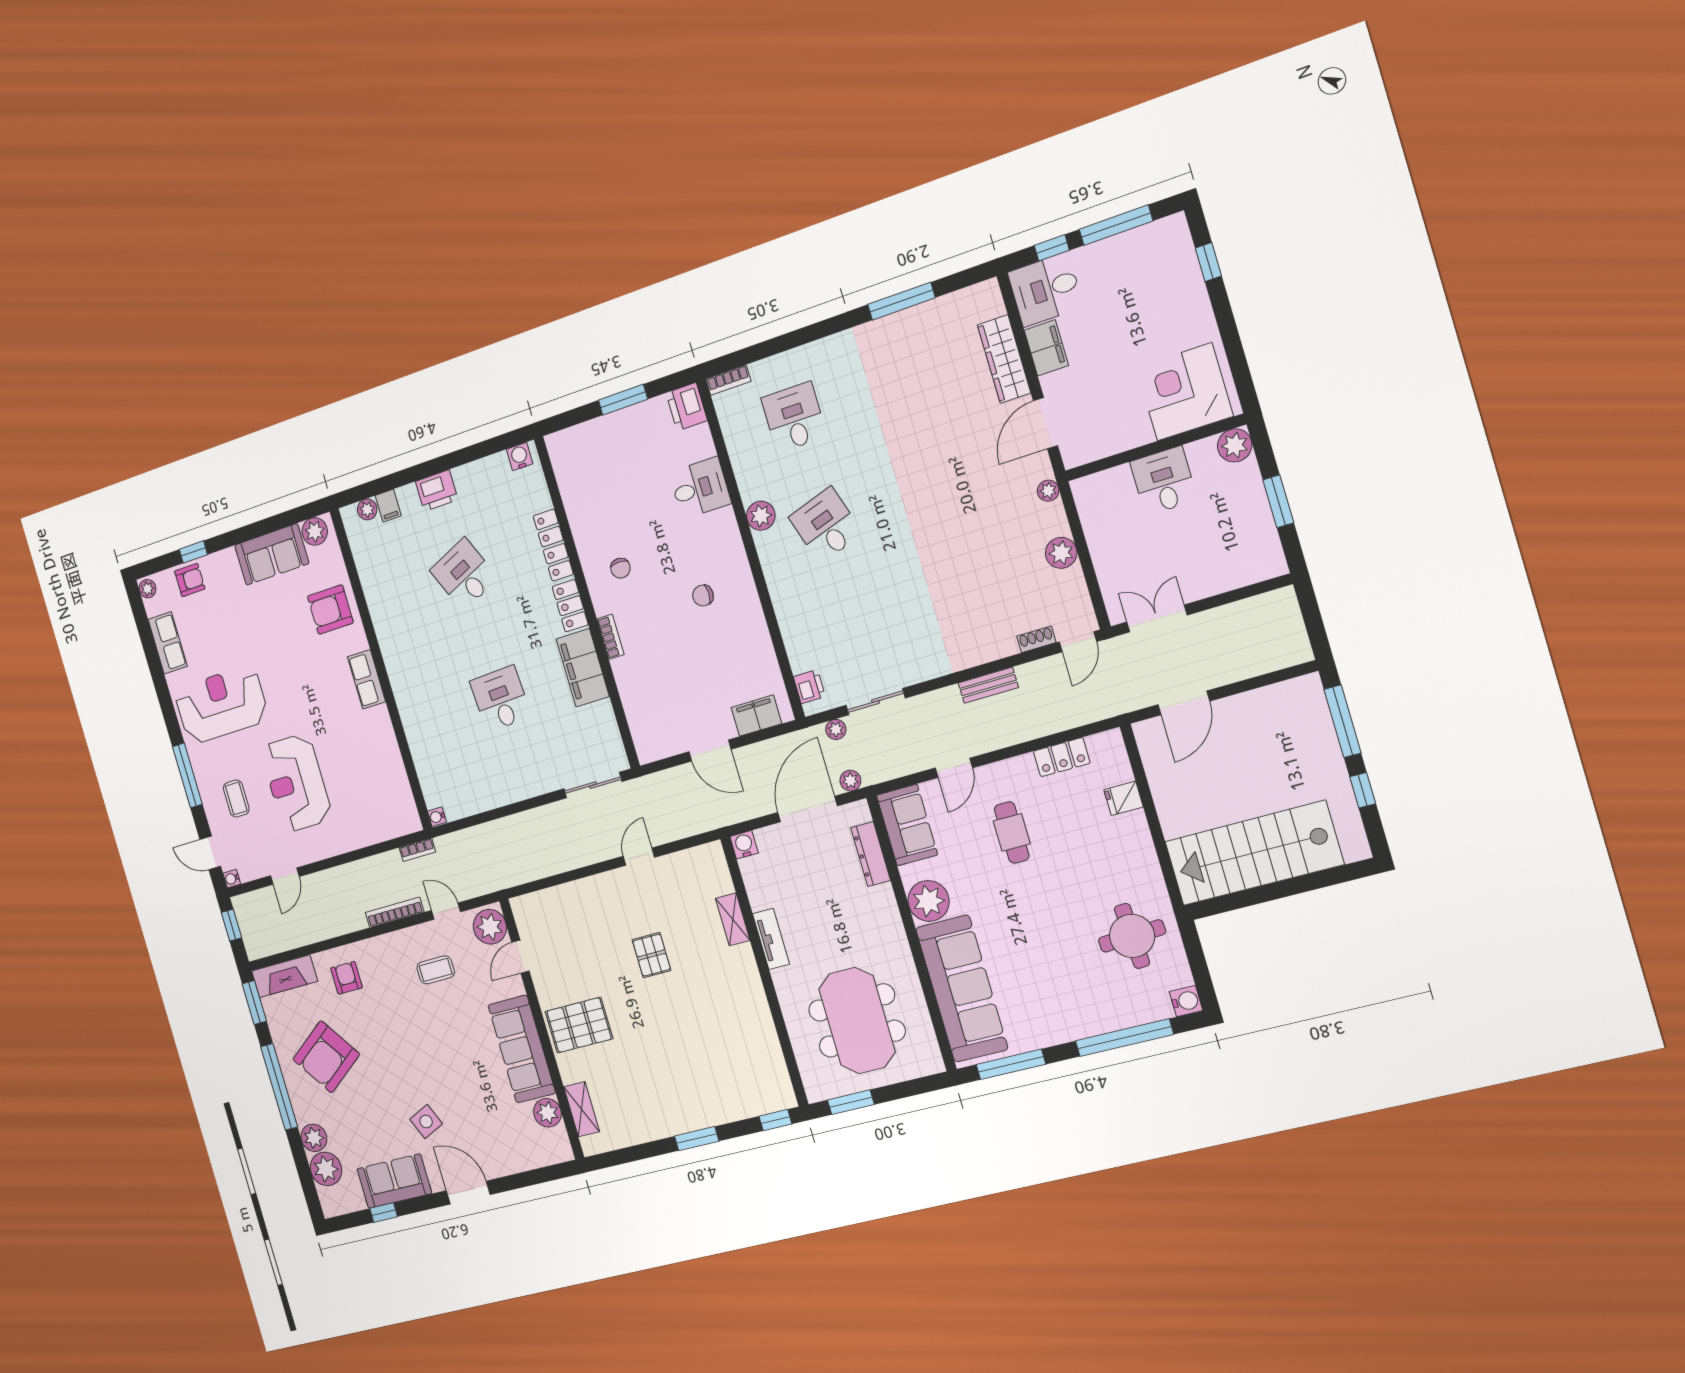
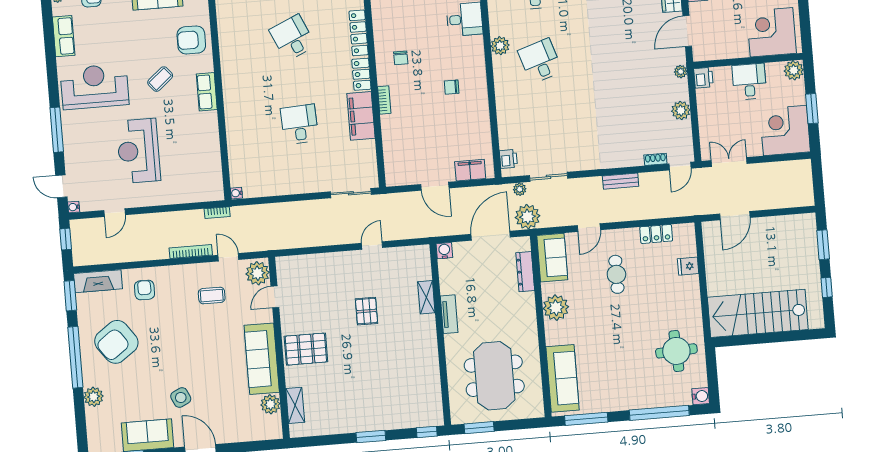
printer: (1087, 492) -> (703, 78), added
corner desk: (1240, 547) -> (785, 130), added
window: (1343, 721) -> (823, 245), width x0.69
plant: (850, 781) -> (528, 217), width x1.87, depth x1.87
coffee table: (236, 799) -> (160, 79), moved, turned 50
sofa: (962, 989) -> (563, 378), width x0.74, depth x0.79
plant: (326, 1169) -> (98, 420), removed

